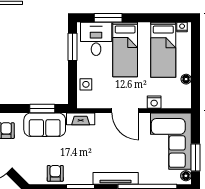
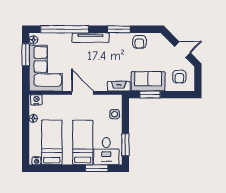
nightstand: (154, 102) -> (36, 100), moved

